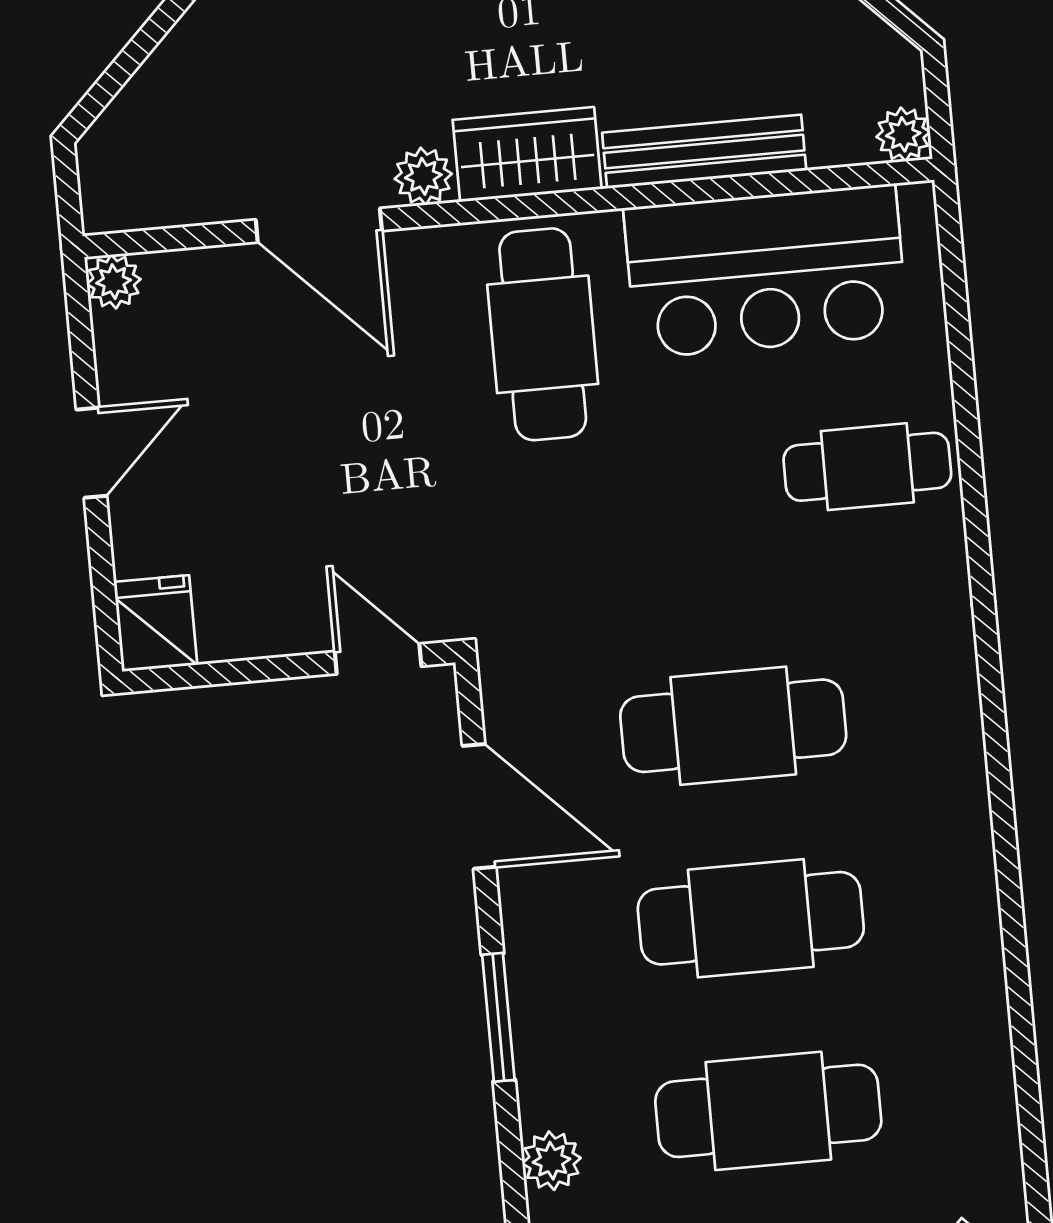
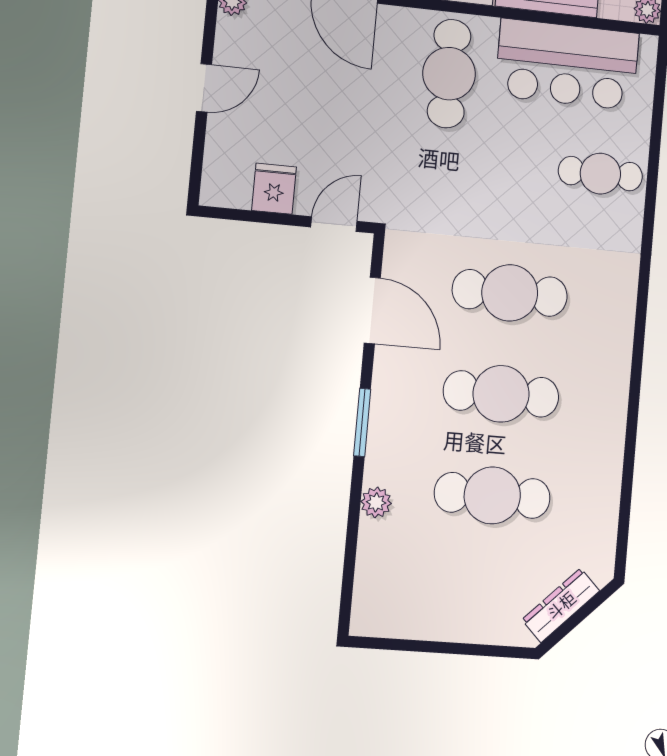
fridge: (155, 623) -> (274, 189), moved
door: (378, 659) -> (334, 224), hinge flipped

